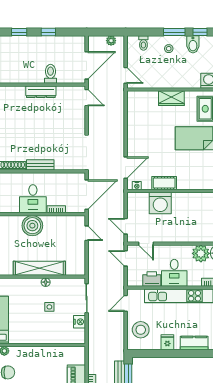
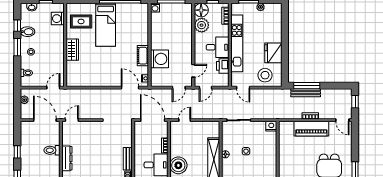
nightstand: (79, 322) -> (271, 126), moved
fridge: (167, 342) -> (273, 53), width x1.88, depth x1.34
kitchen counter: (194, 343) -> (276, 31), removed

